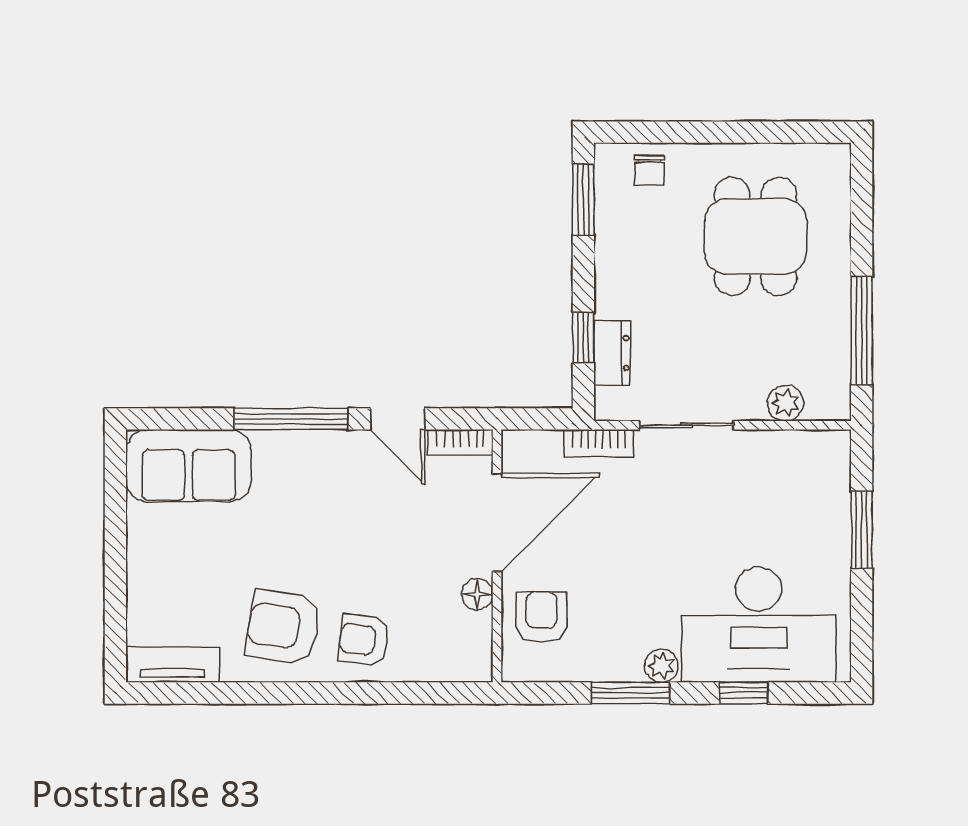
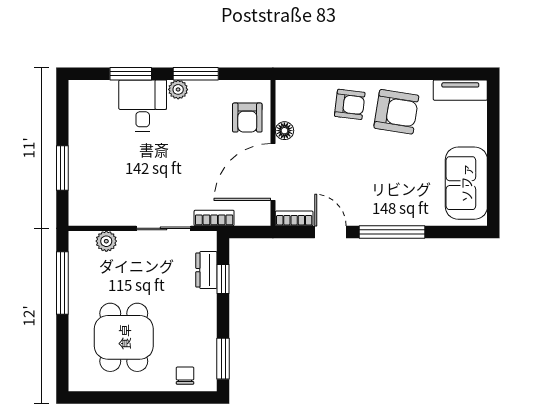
sofa: (189, 466) -> (466, 183), moved, turned -90
desk: (759, 625) -> (143, 105), width x0.53, depth x0.77
window: (743, 693) -> (131, 74), width x1.50

